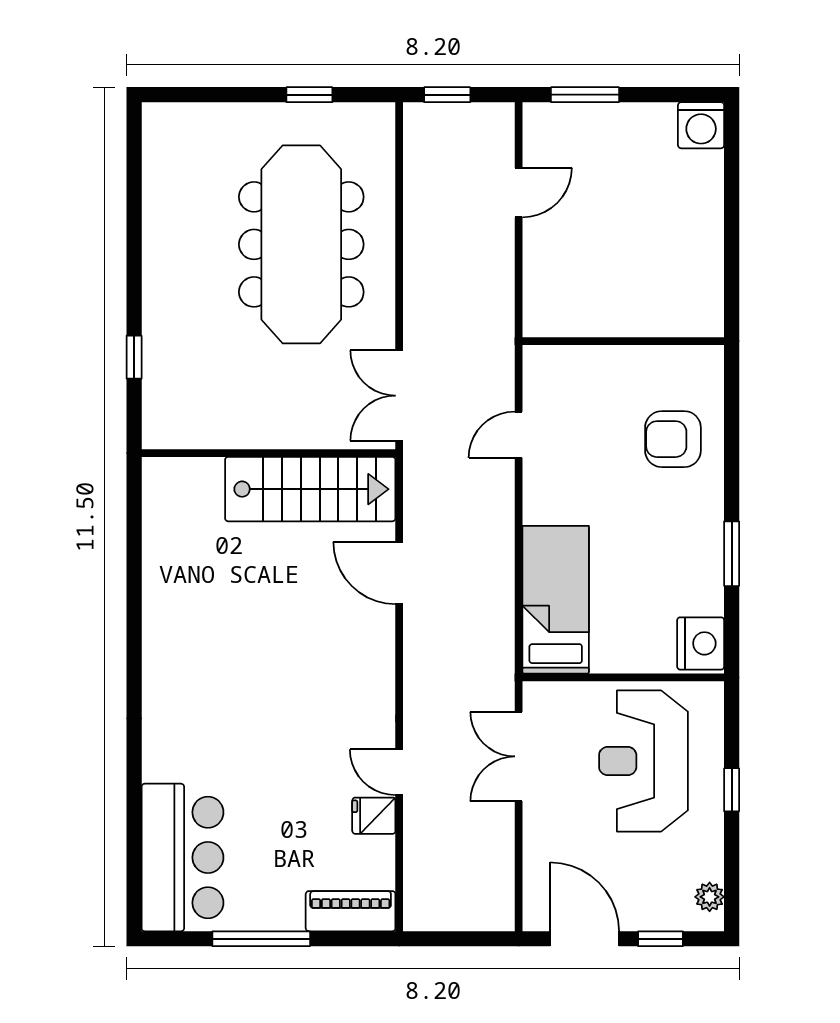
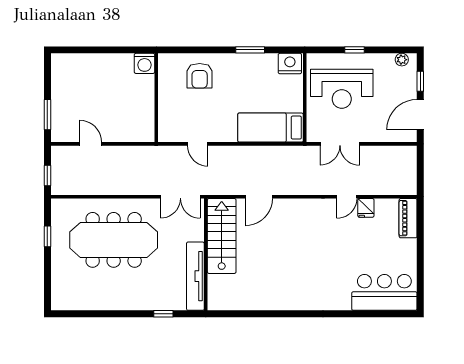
washing machine: (701, 125) -> (145, 63), moved, turned 90
tv unit: (219, 430) -> (195, 276), added
window: (261, 939) -> (420, 258), removed

